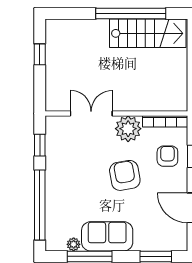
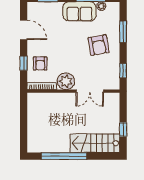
stairs: (148, 33) -> (95, 143), moved
armchair: (125, 175) -> (99, 45), moved
window: (40, 205) -> (123, 32), width x0.47

